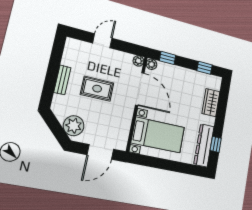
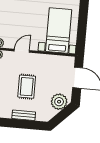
door: (140, 89) -> (22, 51), width x0.53

